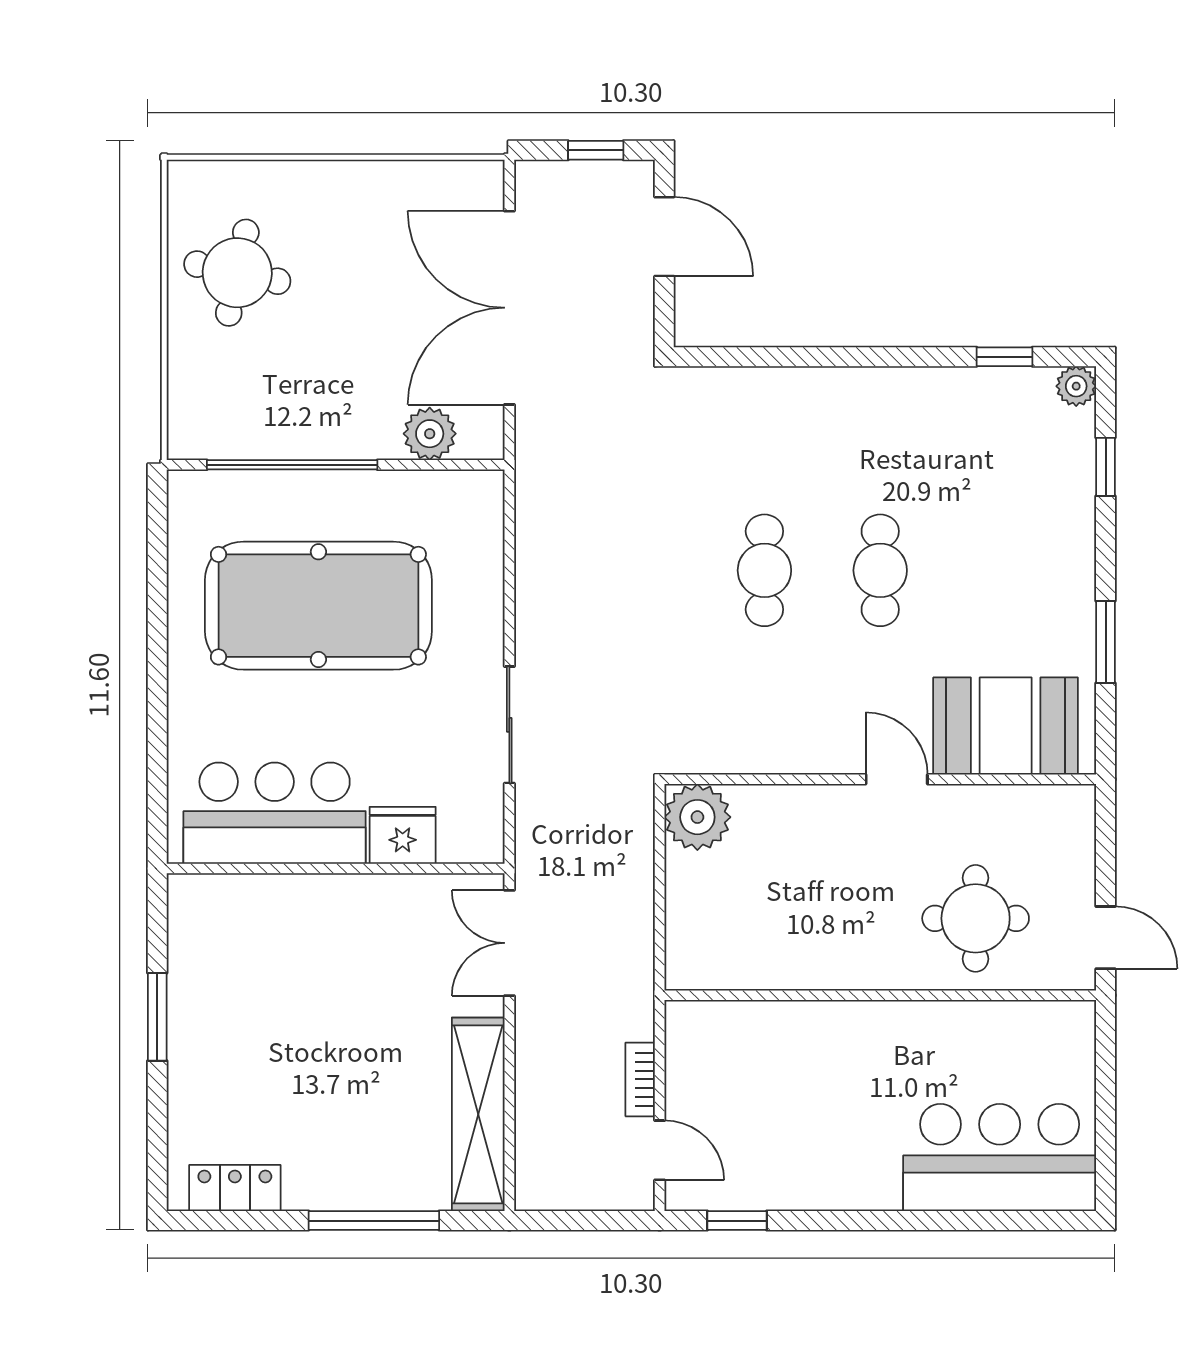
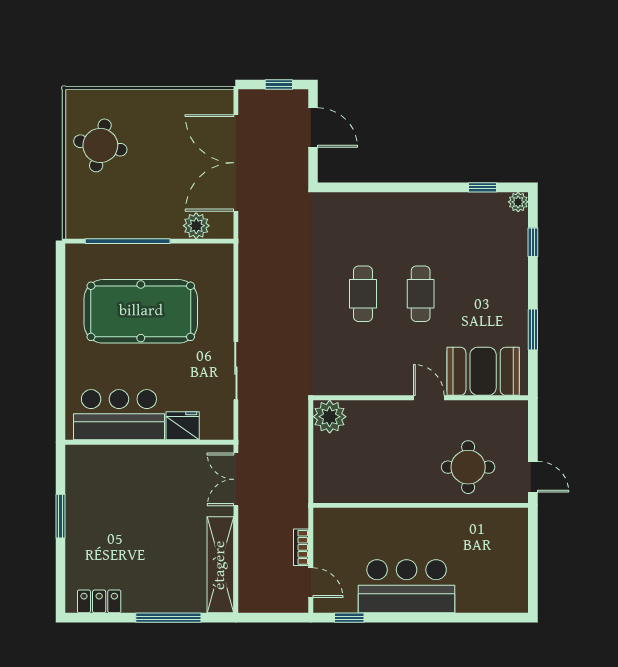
bar counter: (1000, 1158) -> (407, 586), moved

